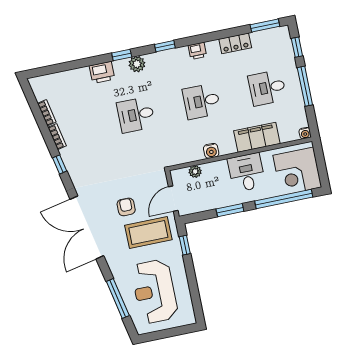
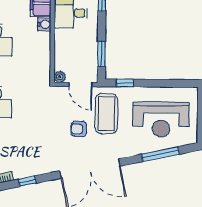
water cooler: (211, 151) -> (44, 24), moved
plant: (195, 172) -> (60, 77), moved
window: (230, 210) -> (102, 54), moved

